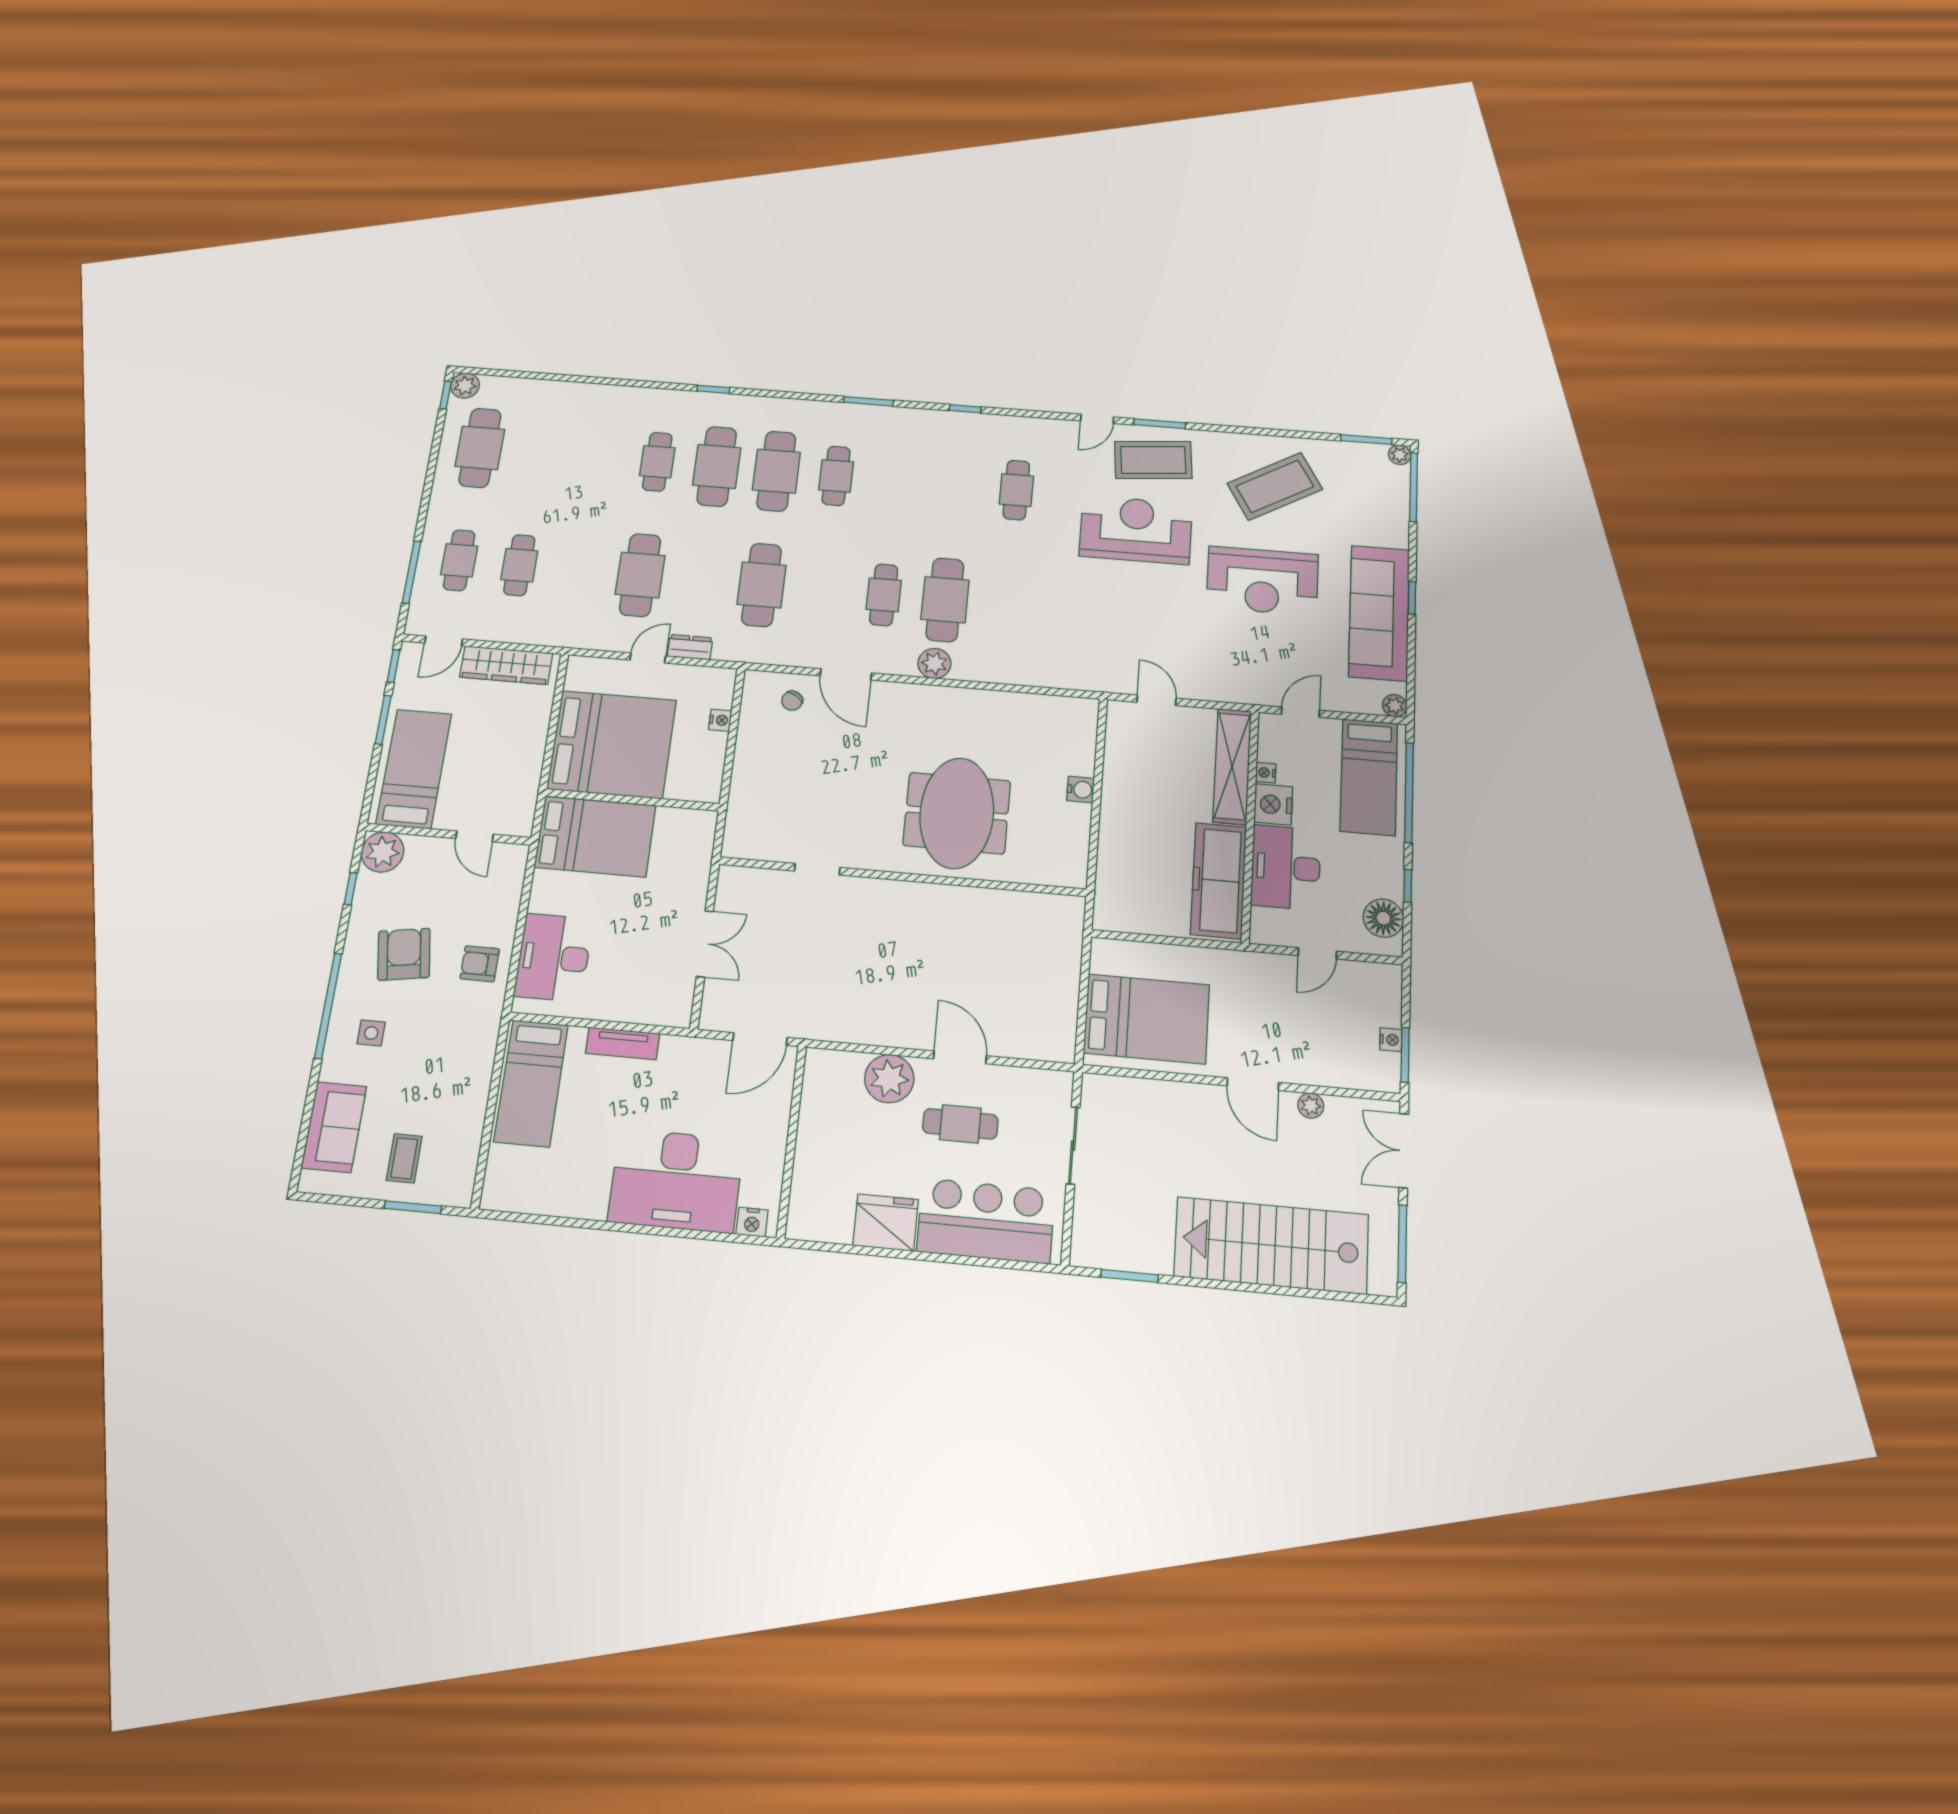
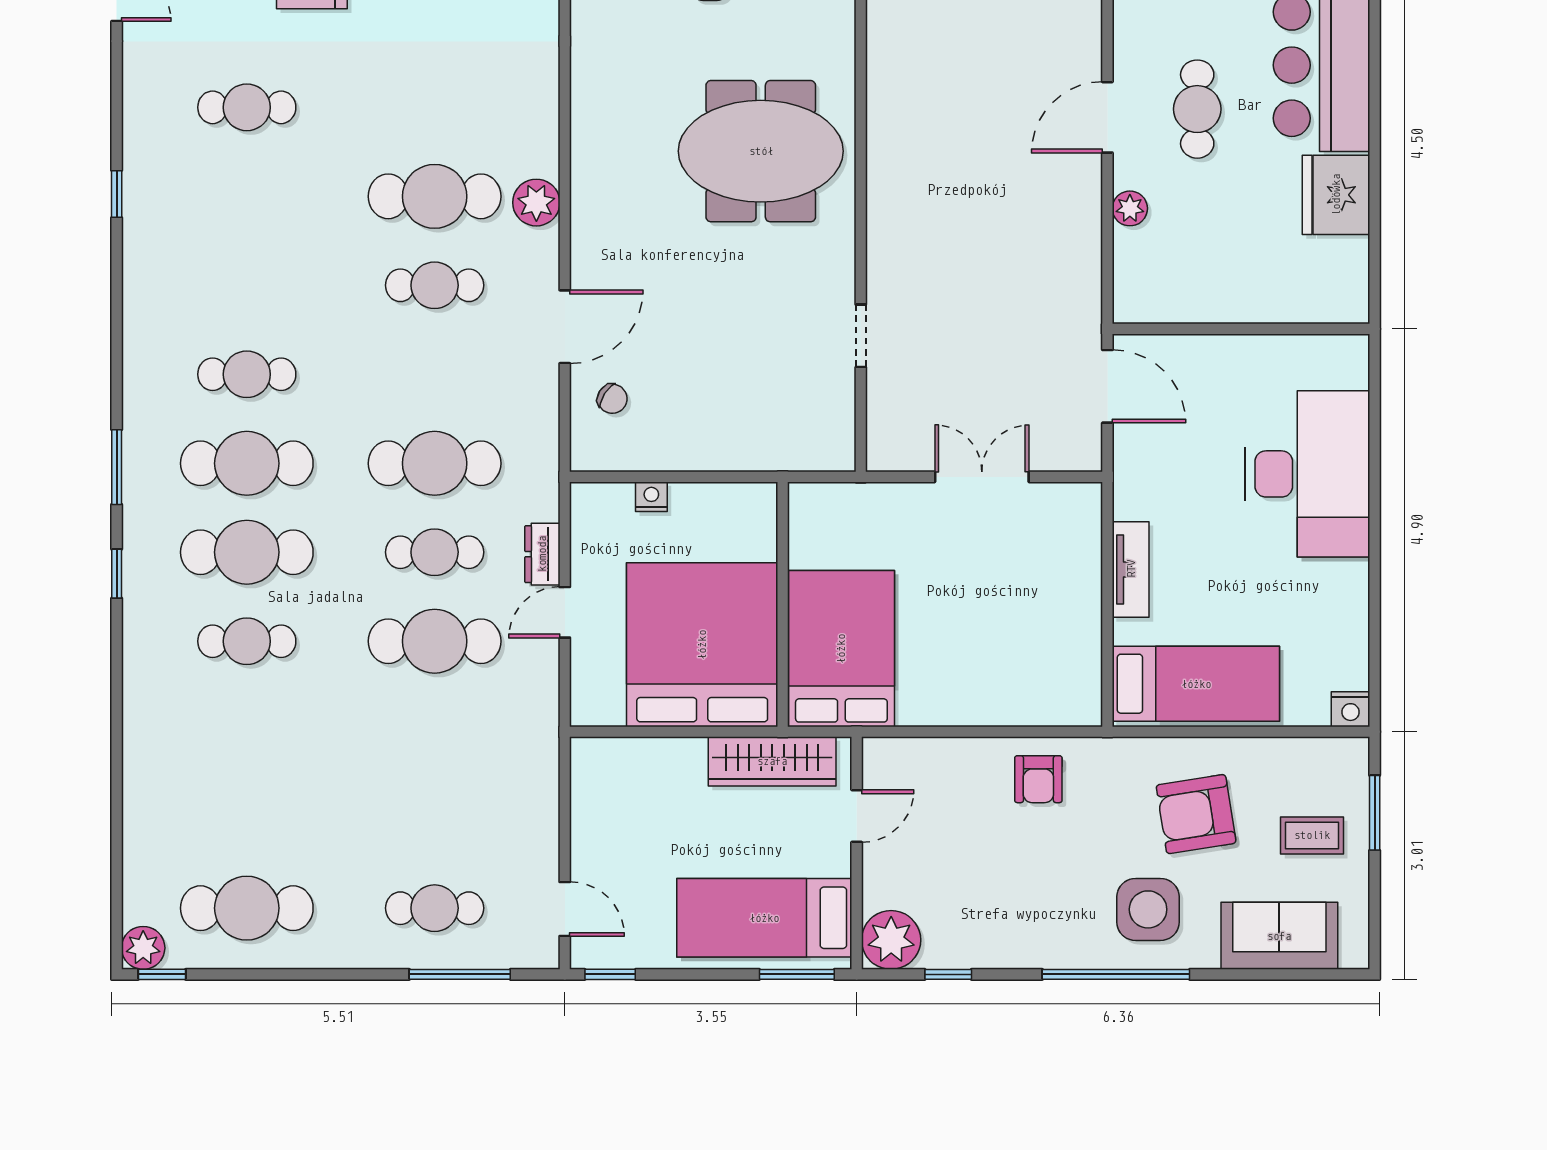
window: (868, 401) -> (117, 467), moved
cafe table: (519, 565) -> (435, 552), moved
door: (648, 658) -> (565, 612), hinge flipped
wardrobe: (506, 665) -> (772, 761), moved, turned 90
window: (383, 720) -> (797, 974), moved
armchair: (404, 954) -> (1196, 814), moved
desk: (553, 957) -> (1020, 680), removed
side table: (371, 1033) -> (1148, 909), width x1.87, depth x1.87
plant: (889, 1079) -> (1130, 208), width x0.53, depth x0.53
nightstand: (752, 1222) -> (1350, 709), moved, turned 90

